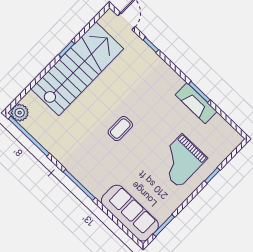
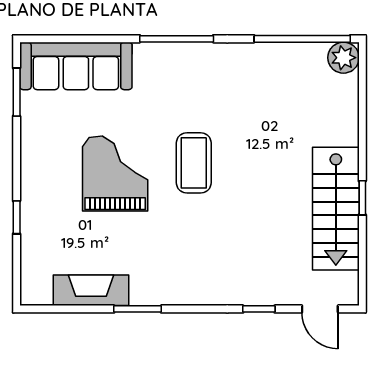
stairs: (77, 69) -> (336, 209), width x0.73, depth x0.66
fireplace: (196, 103) -> (91, 290), moved
coffee table: (120, 129) -> (194, 163), width x1.36, depth x1.30
grand piano: (181, 161) -> (115, 174), moved

